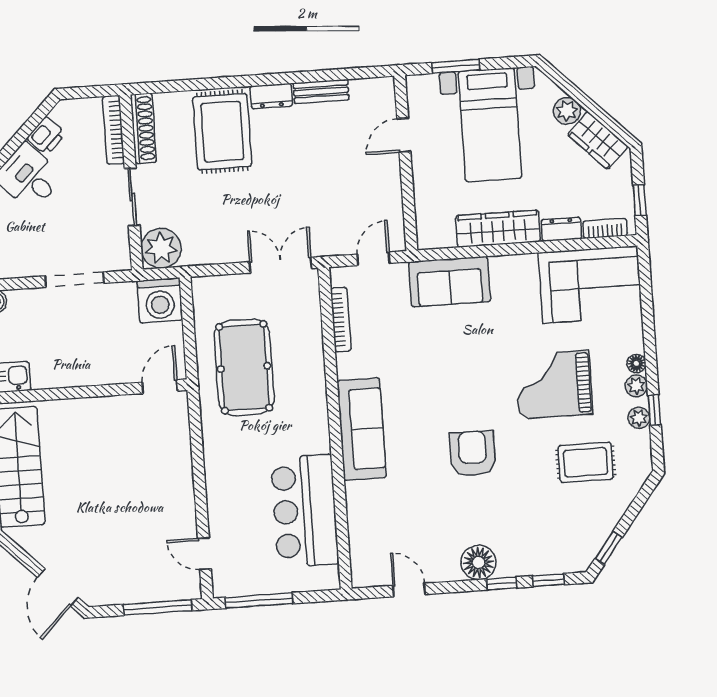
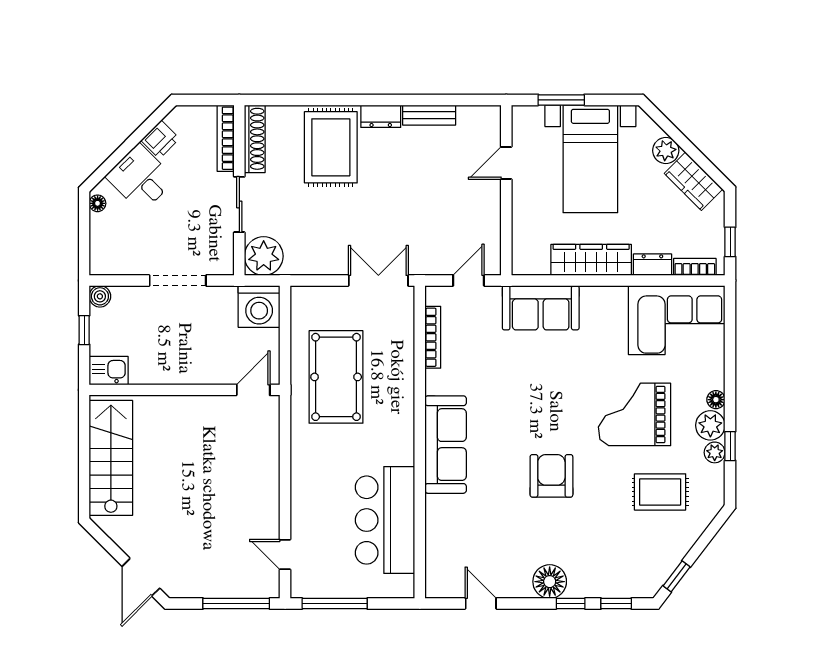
plant: (636, 386) -> (710, 425), width x1.38, depth x1.38

